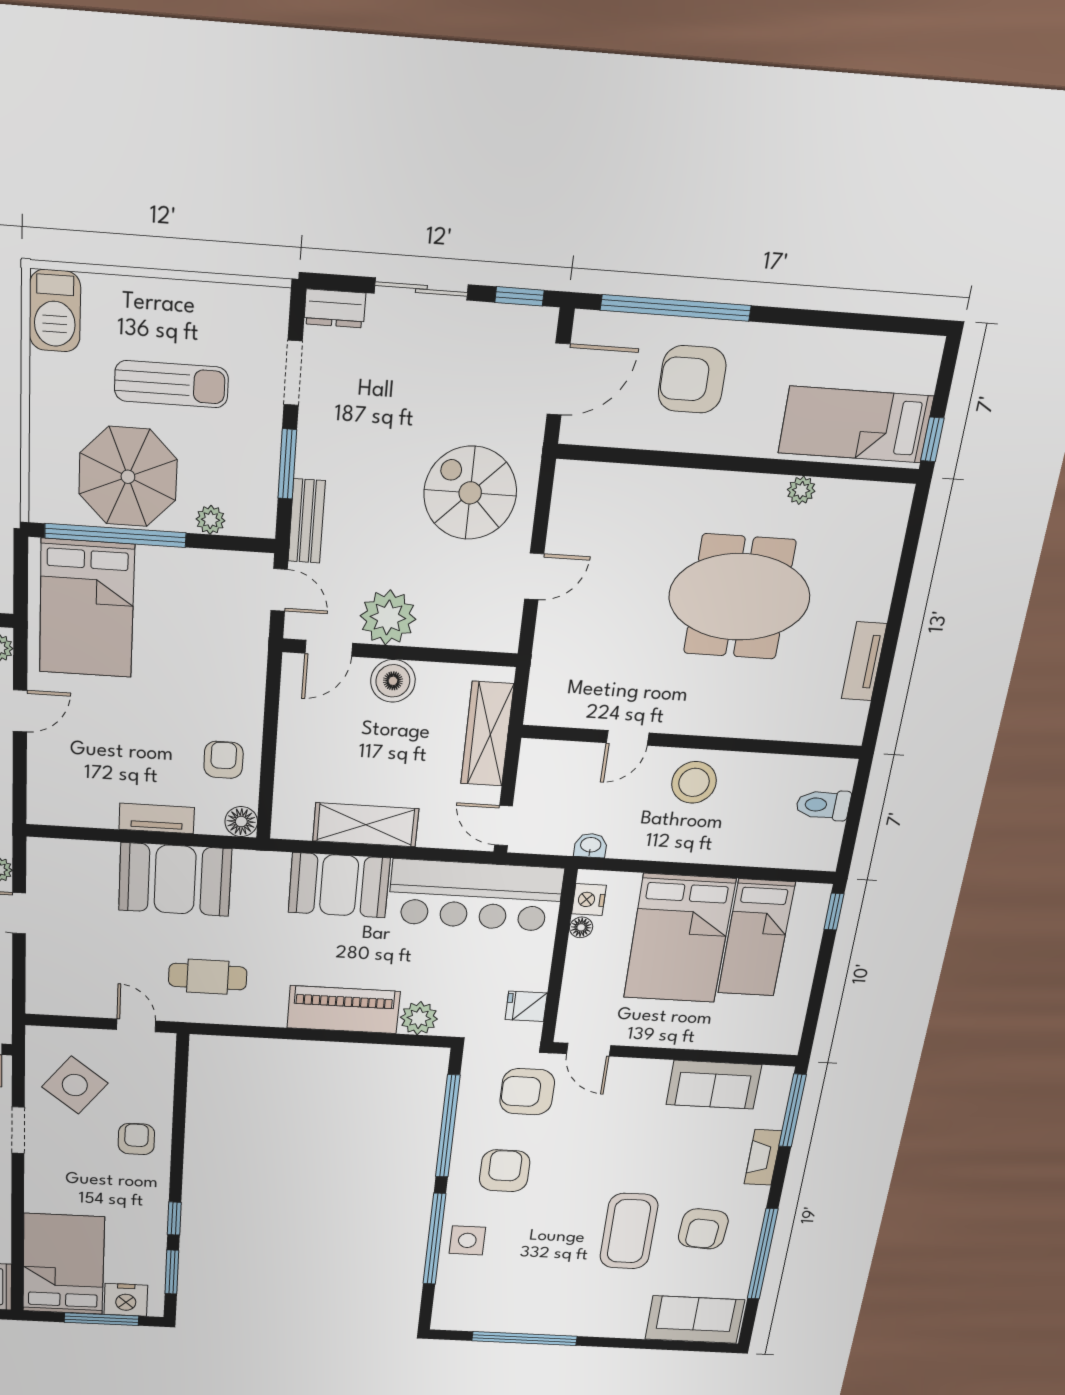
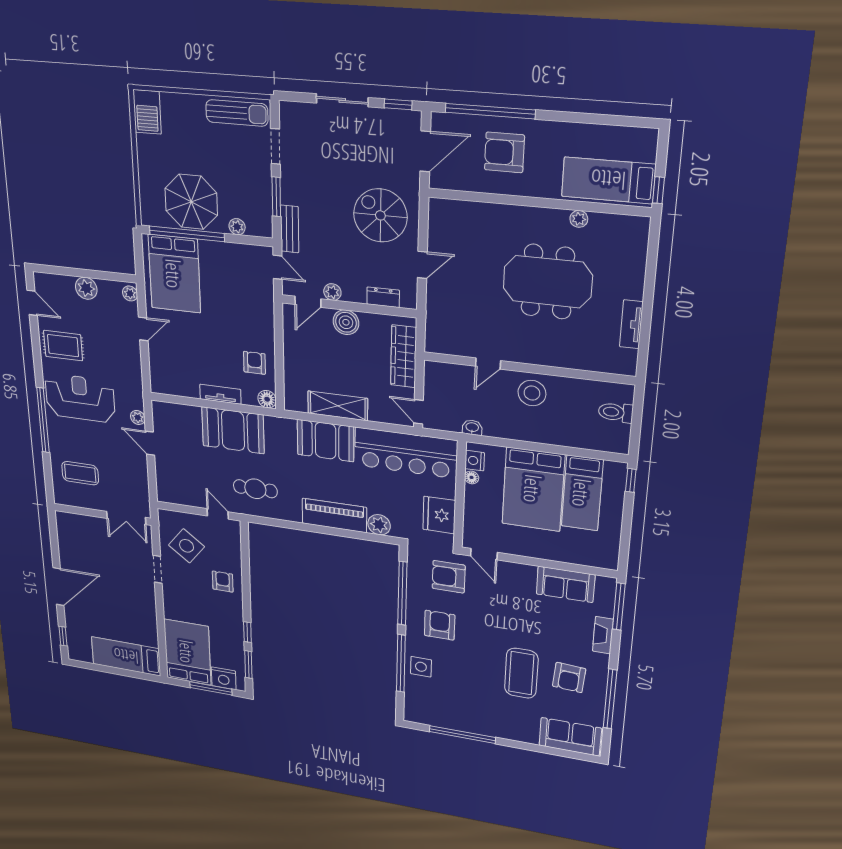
dresser: (335, 308) -> (383, 297), moved, turned 180
sun lounger: (171, 384) -> (237, 113), moved
plant: (388, 617) -> (332, 292), width x0.53, depth x0.53
fridge: (526, 1006) -> (439, 515), width x1.88, depth x1.34

